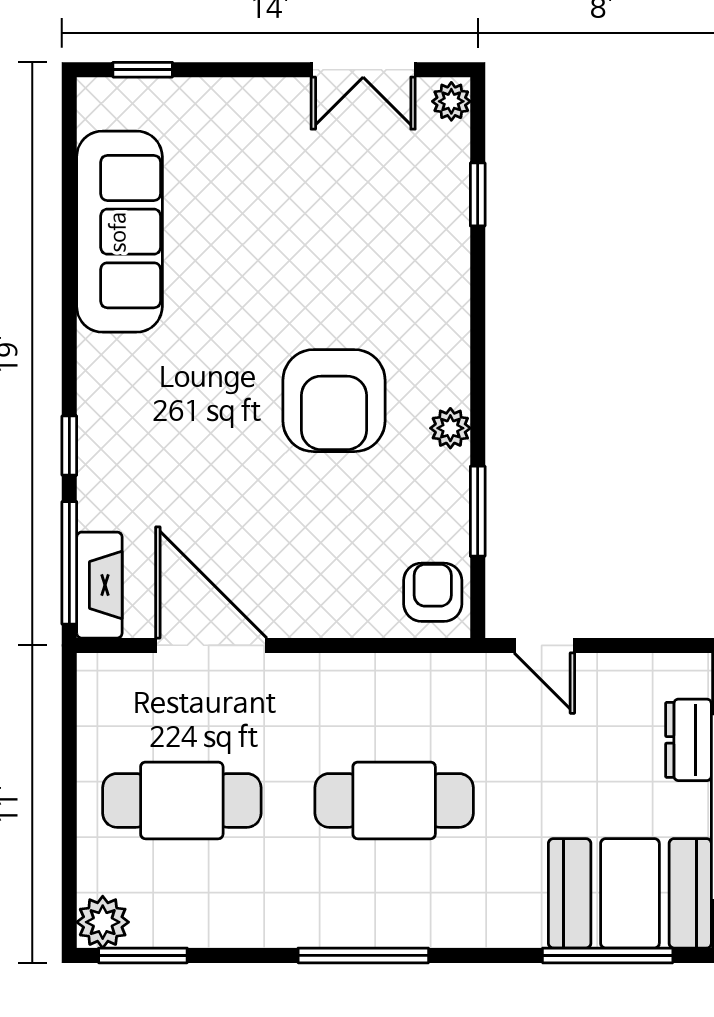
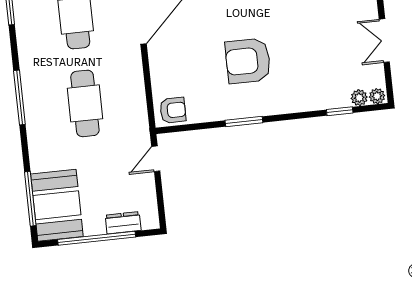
double door: (363, 70) -> (384, 41), moved
plant: (450, 428) -> (359, 98), moved
window: (478, 511) -> (244, 121), moved

